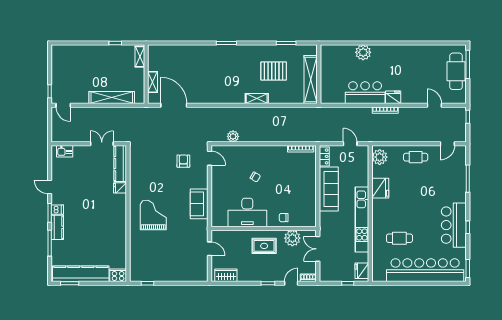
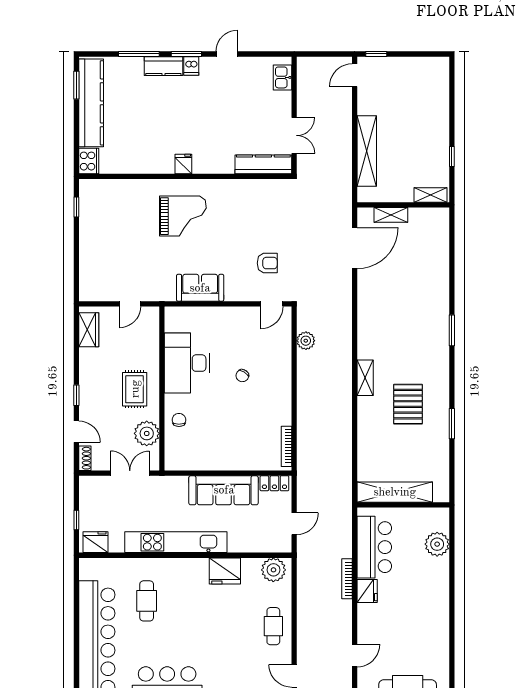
wall: (319, 74) -> (403, 505), moved
shelving: (311, 79) -> (395, 492), moved
fridge: (120, 188) -> (183, 164), moved

